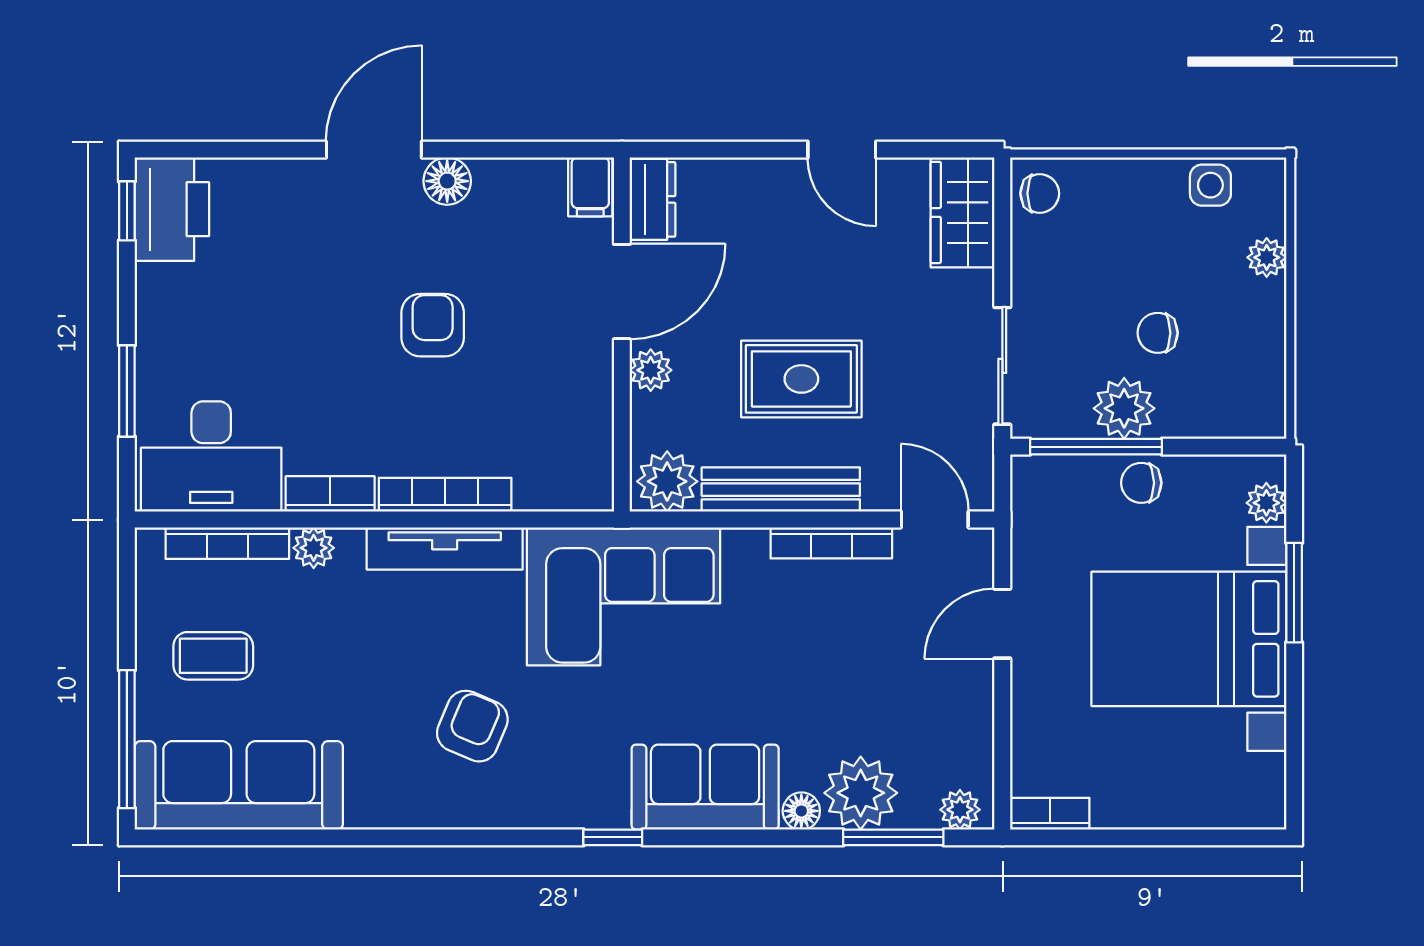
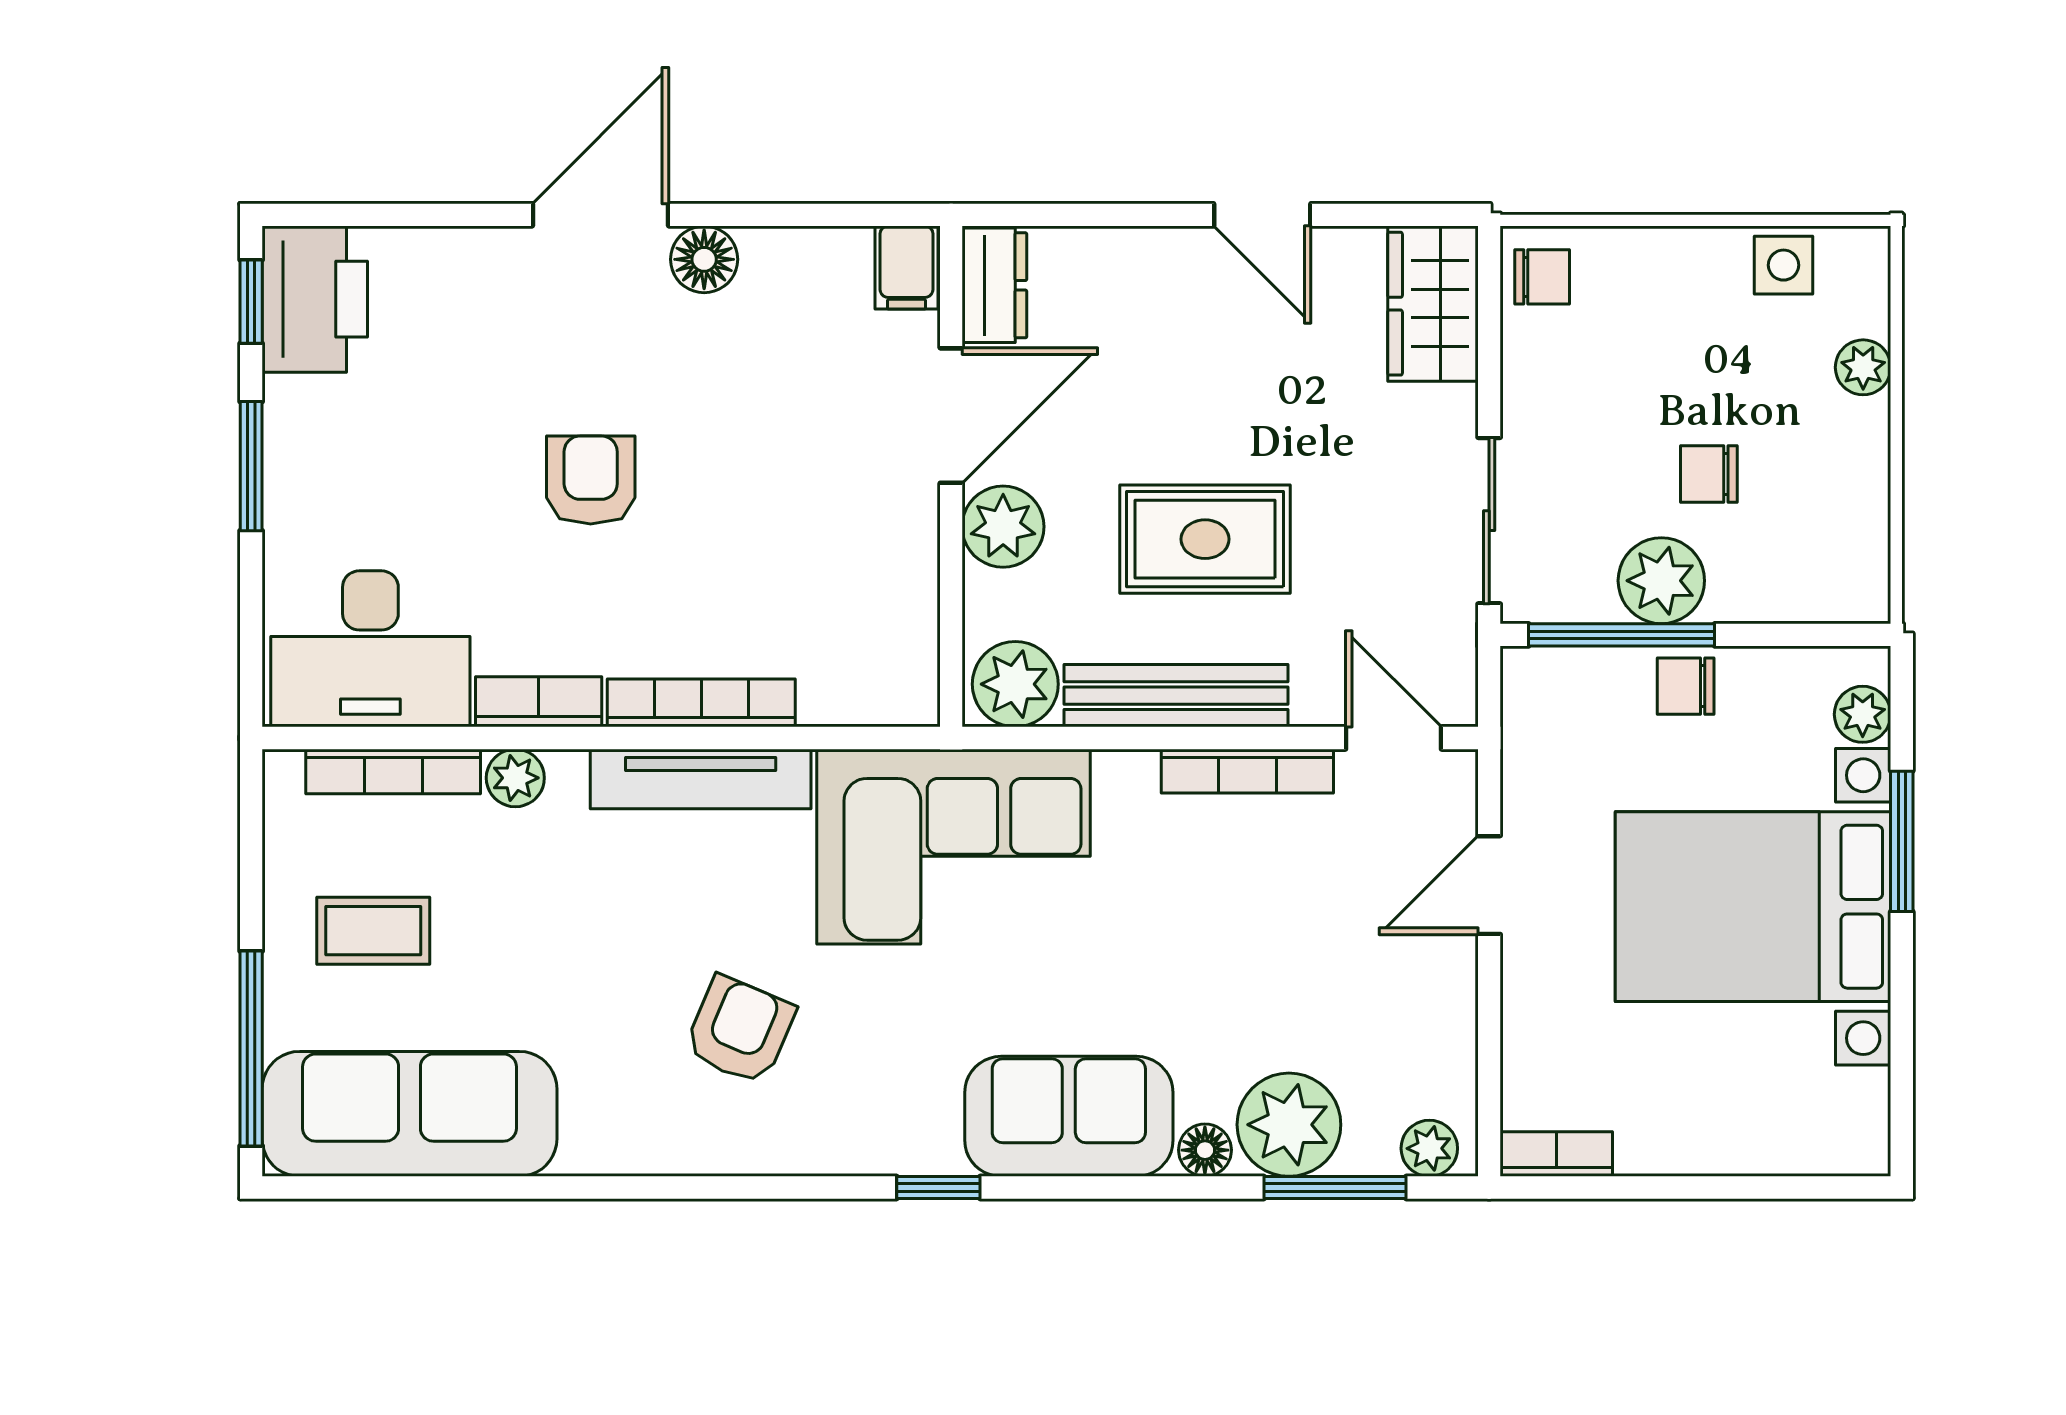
armchair: (433, 325) -> (591, 480), moved
plant: (651, 370) -> (1003, 527), width x1.38, depth x1.38
window: (127, 391) -> (251, 466), moved

